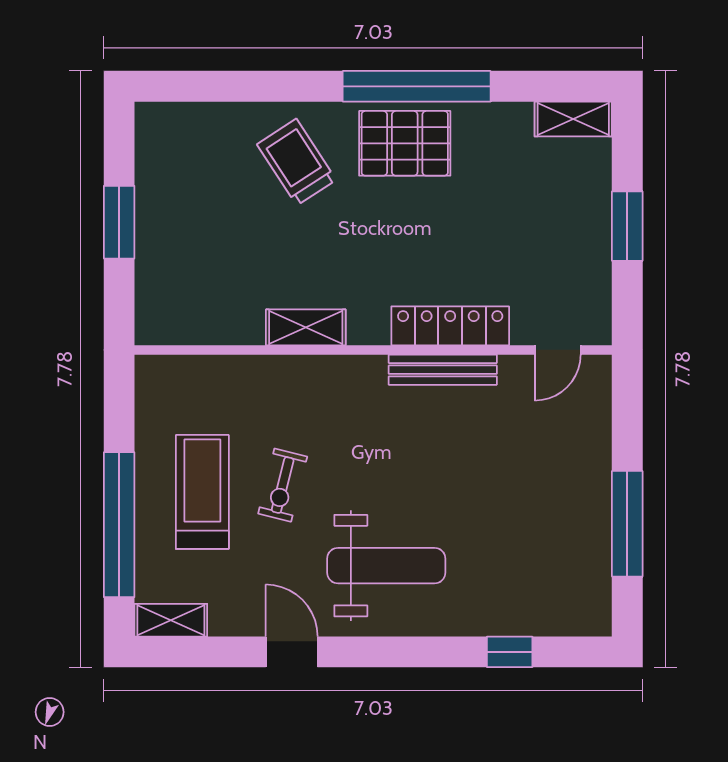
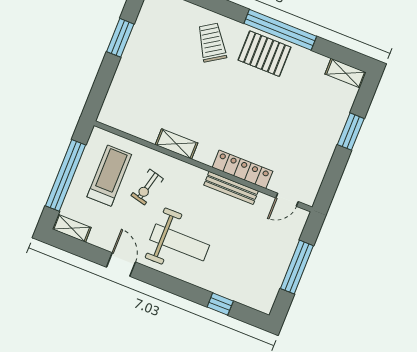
locker: (450, 326) -> (242, 169), moved
shelving: (306, 327) -> (176, 144), moved
wall: (373, 350) -> (203, 166), moved
door: (558, 350) -> (287, 200), moved
bench: (443, 370) -> (231, 188), moved

